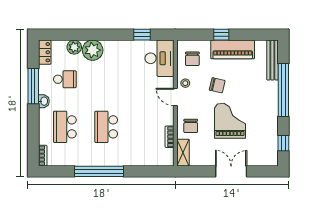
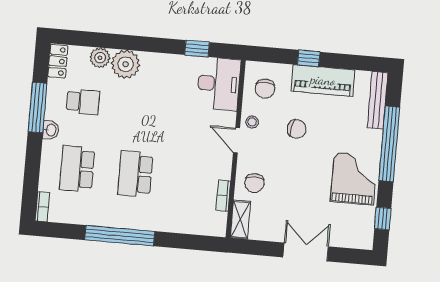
grand piano: (230, 121) -> (354, 179), moved

